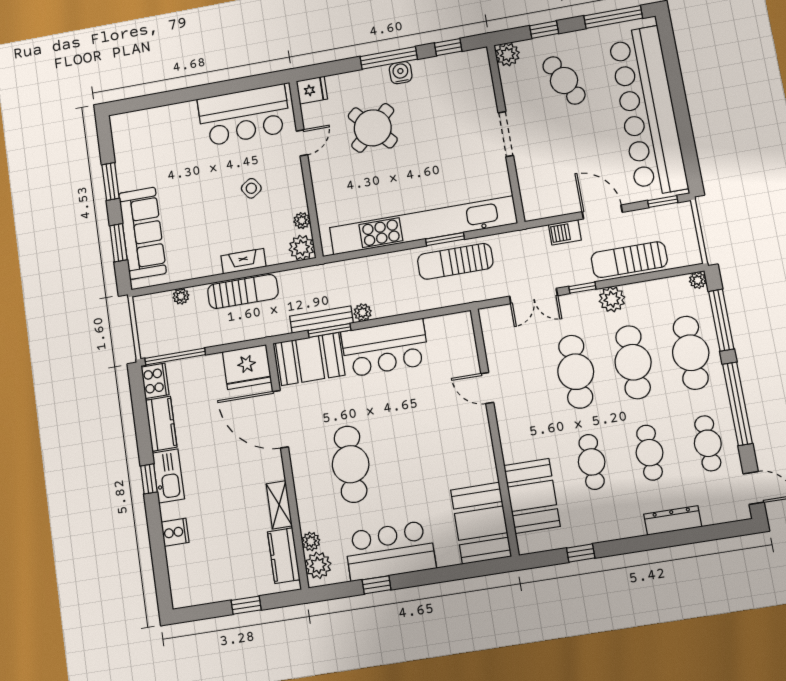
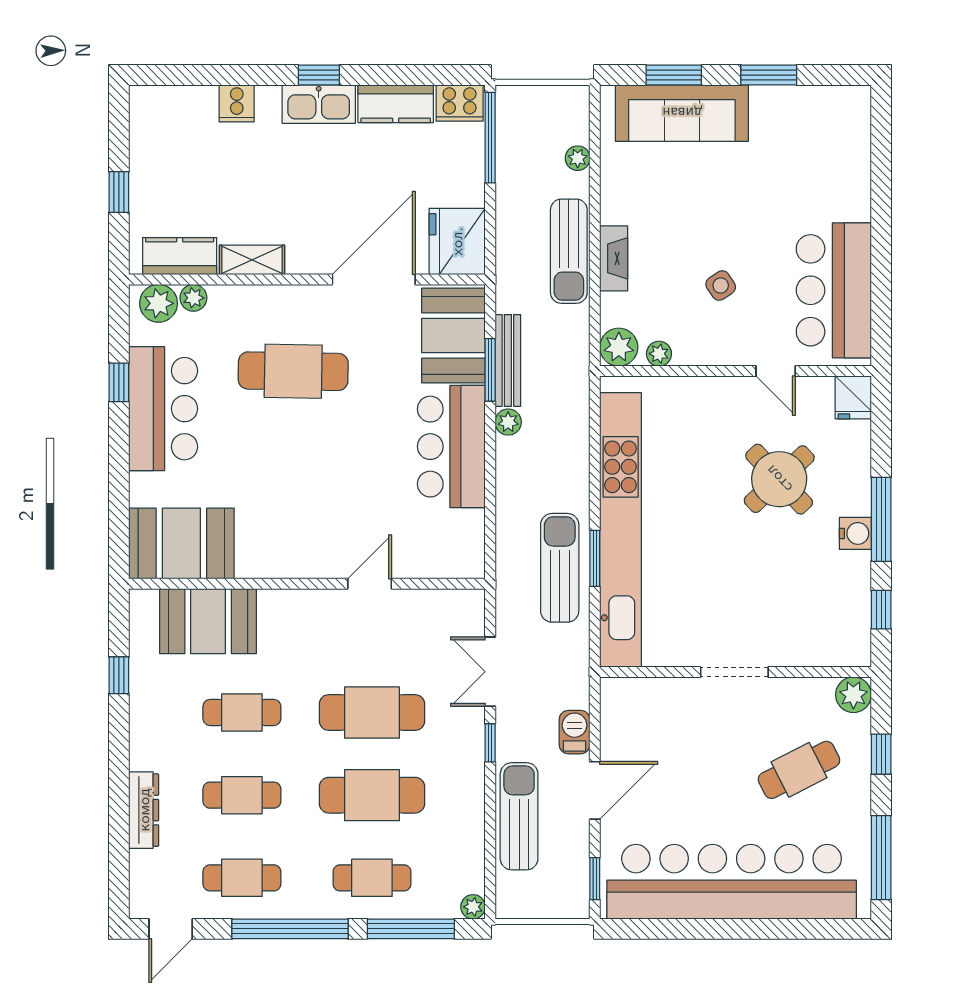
plant: (612, 299) -> (466, 782), removed
cafe table: (691, 353) -> (372, 878), width x0.73, depth x0.74

